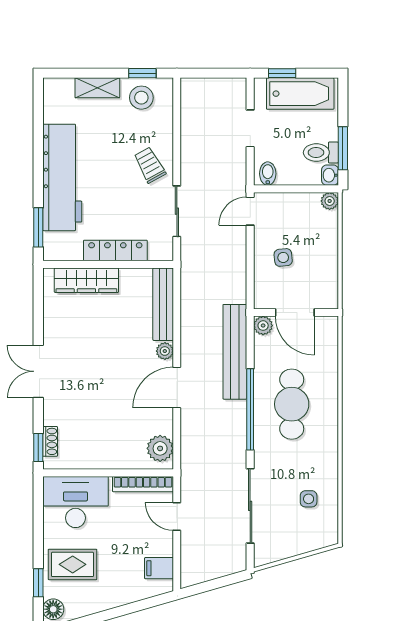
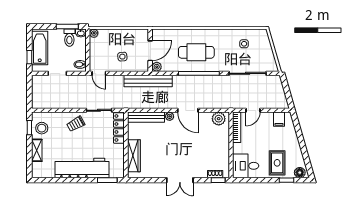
locker: (115, 251) -> (119, 128), moved
bench: (235, 352) -> (148, 81), moved
desk: (75, 502) -> (246, 166), width x0.73

